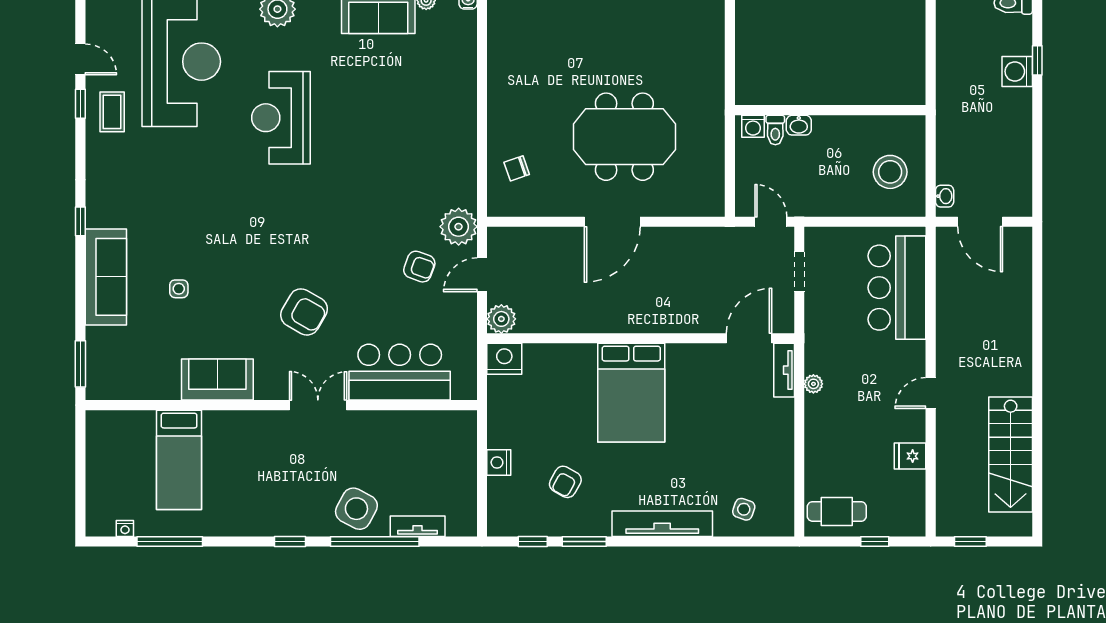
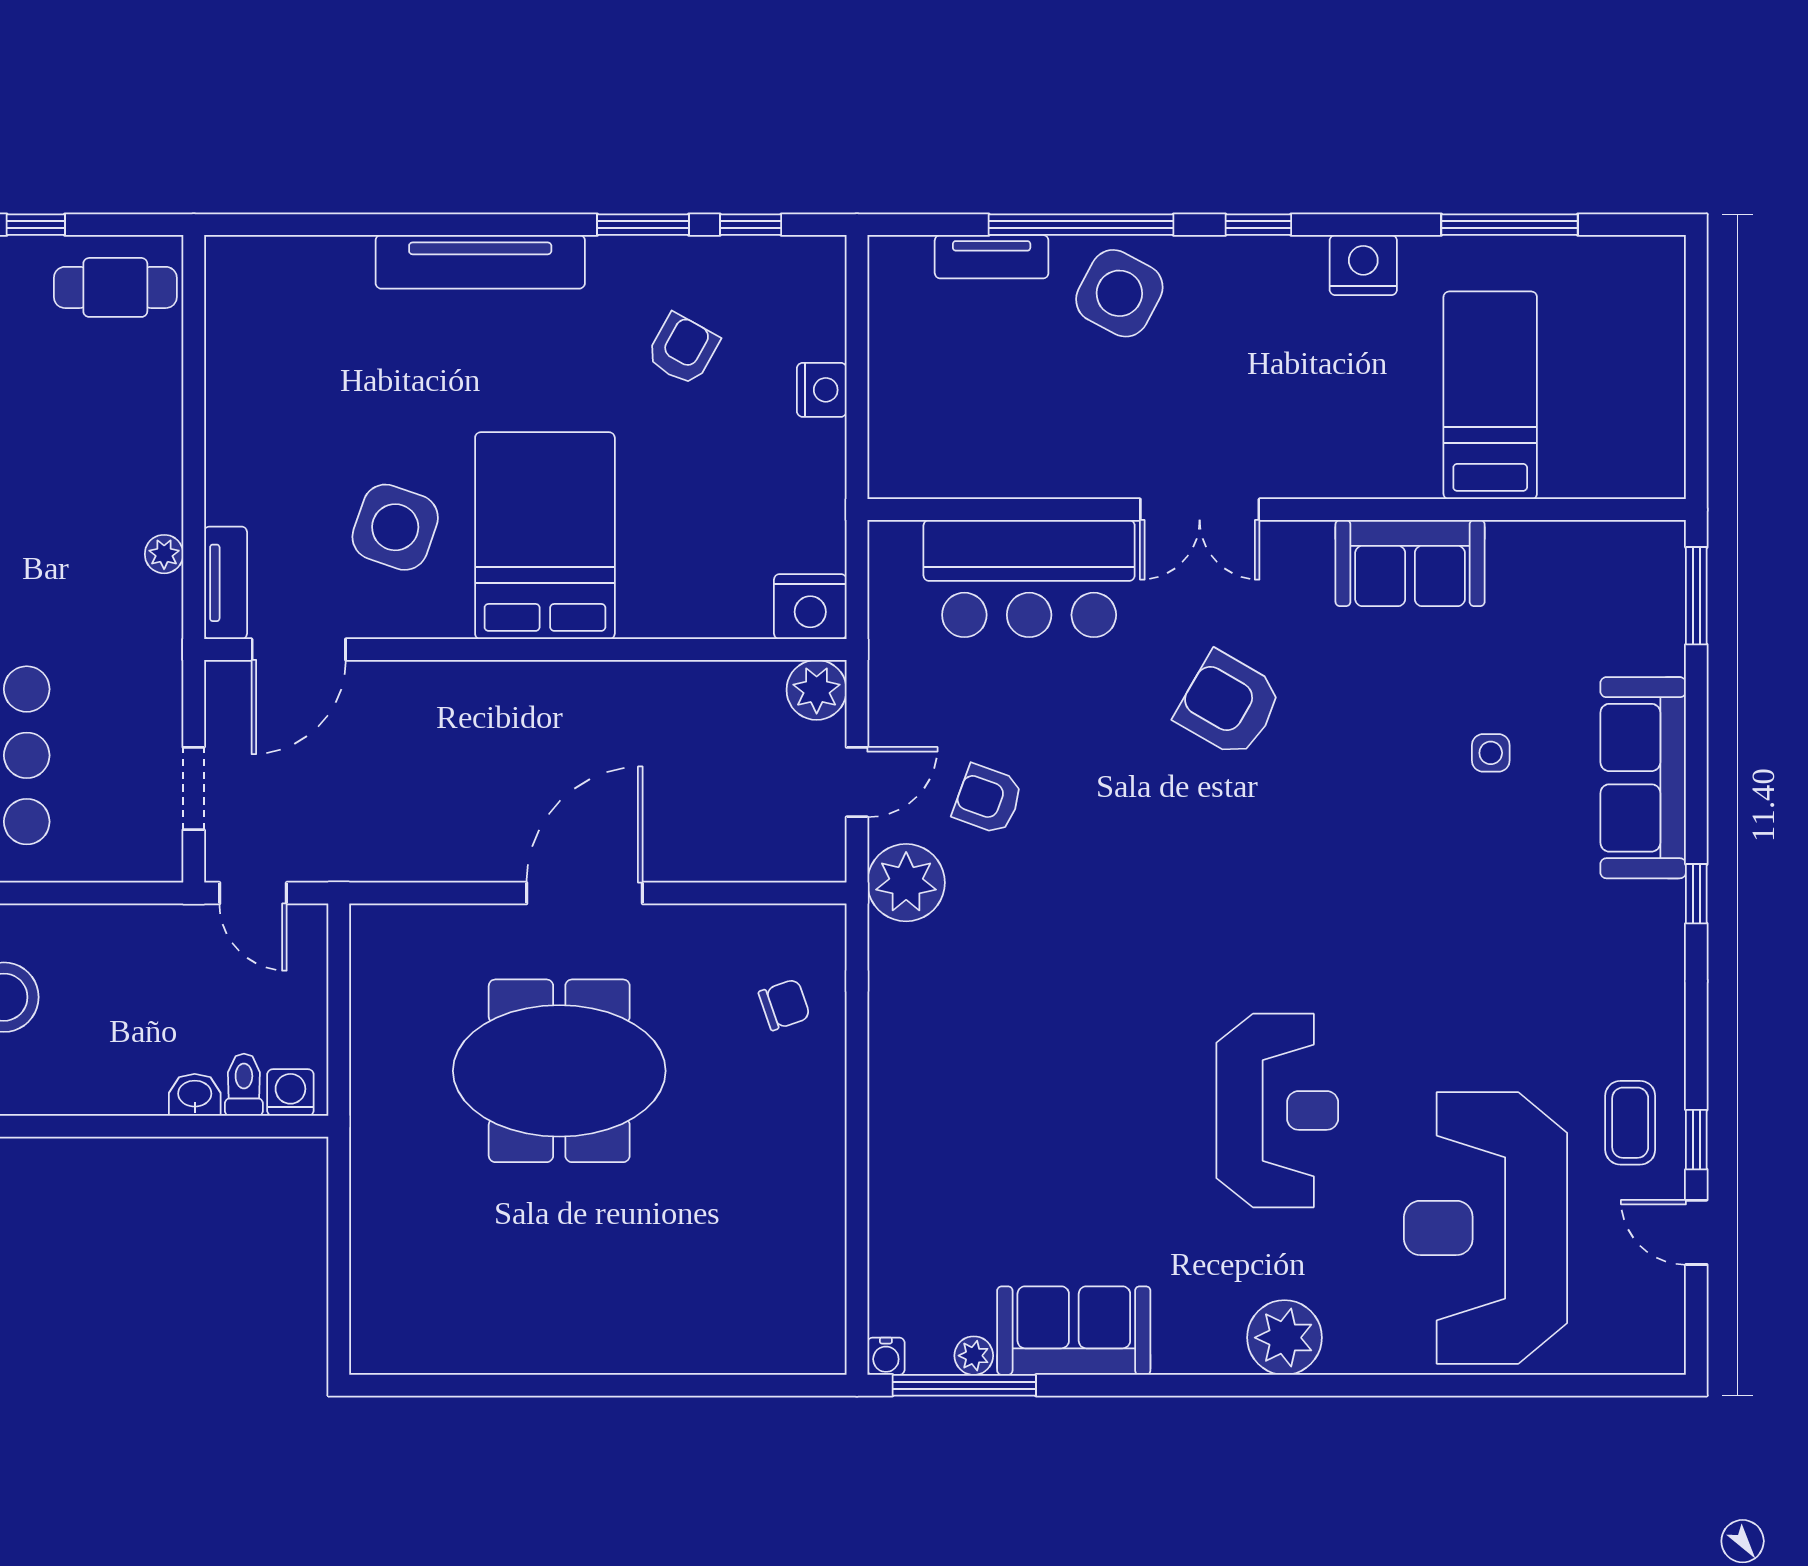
side table: (744, 509) -> (395, 527), moved, width x1.87, depth x1.87
nightstand: (125, 529) -> (1363, 265), moved, width x1.89, depth x1.79

